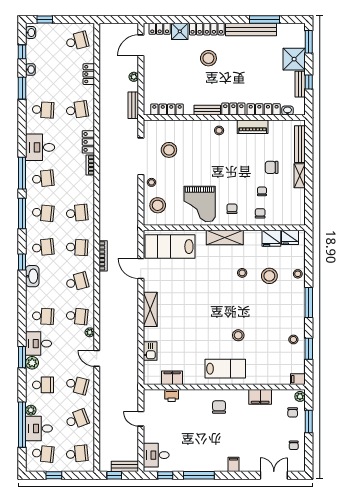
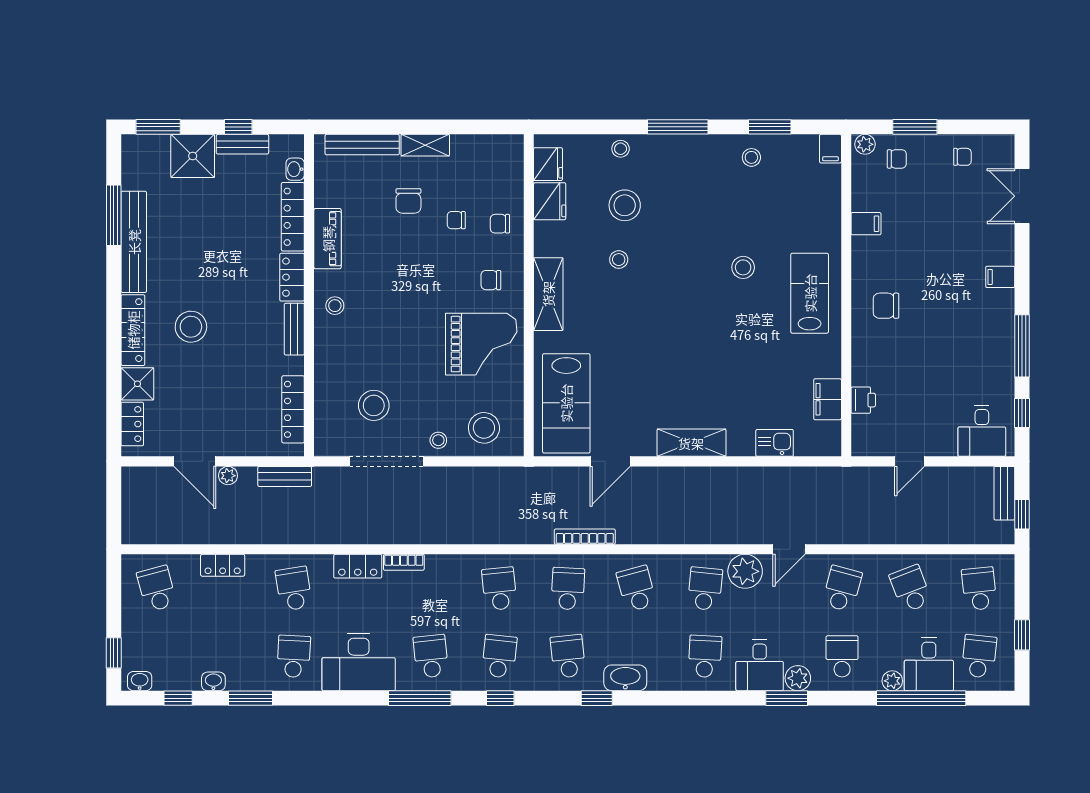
door: (141, 45) -> (195, 461), moved
desk: (40, 147) -> (359, 662), width x1.37
window: (22, 213) -> (500, 698), width x0.46
plant: (90, 332) -> (745, 571), width x1.88, depth x1.88
filing cabinet: (260, 397) -> (866, 224), width x0.50

